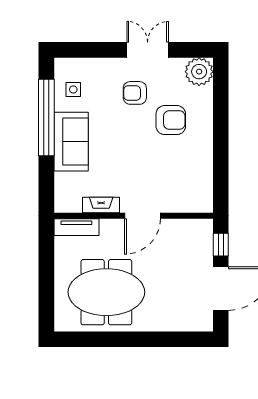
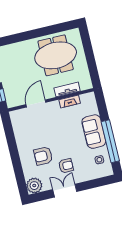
double door: (148, 50) -> (65, 191), swing flipped
door: (142, 216) -> (36, 103), moved
tv unit: (76, 227) -> (67, 89), moved

